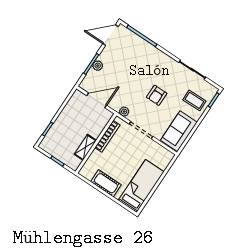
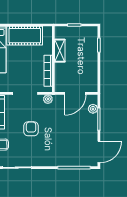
plant: (98, 66) -> (93, 109), moved
cot: (106, 183) -> (25, 36), width x1.37, depth x1.34

